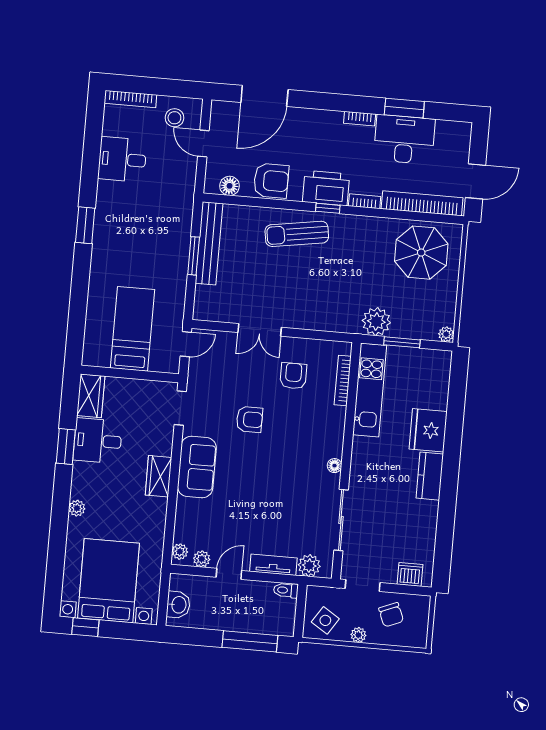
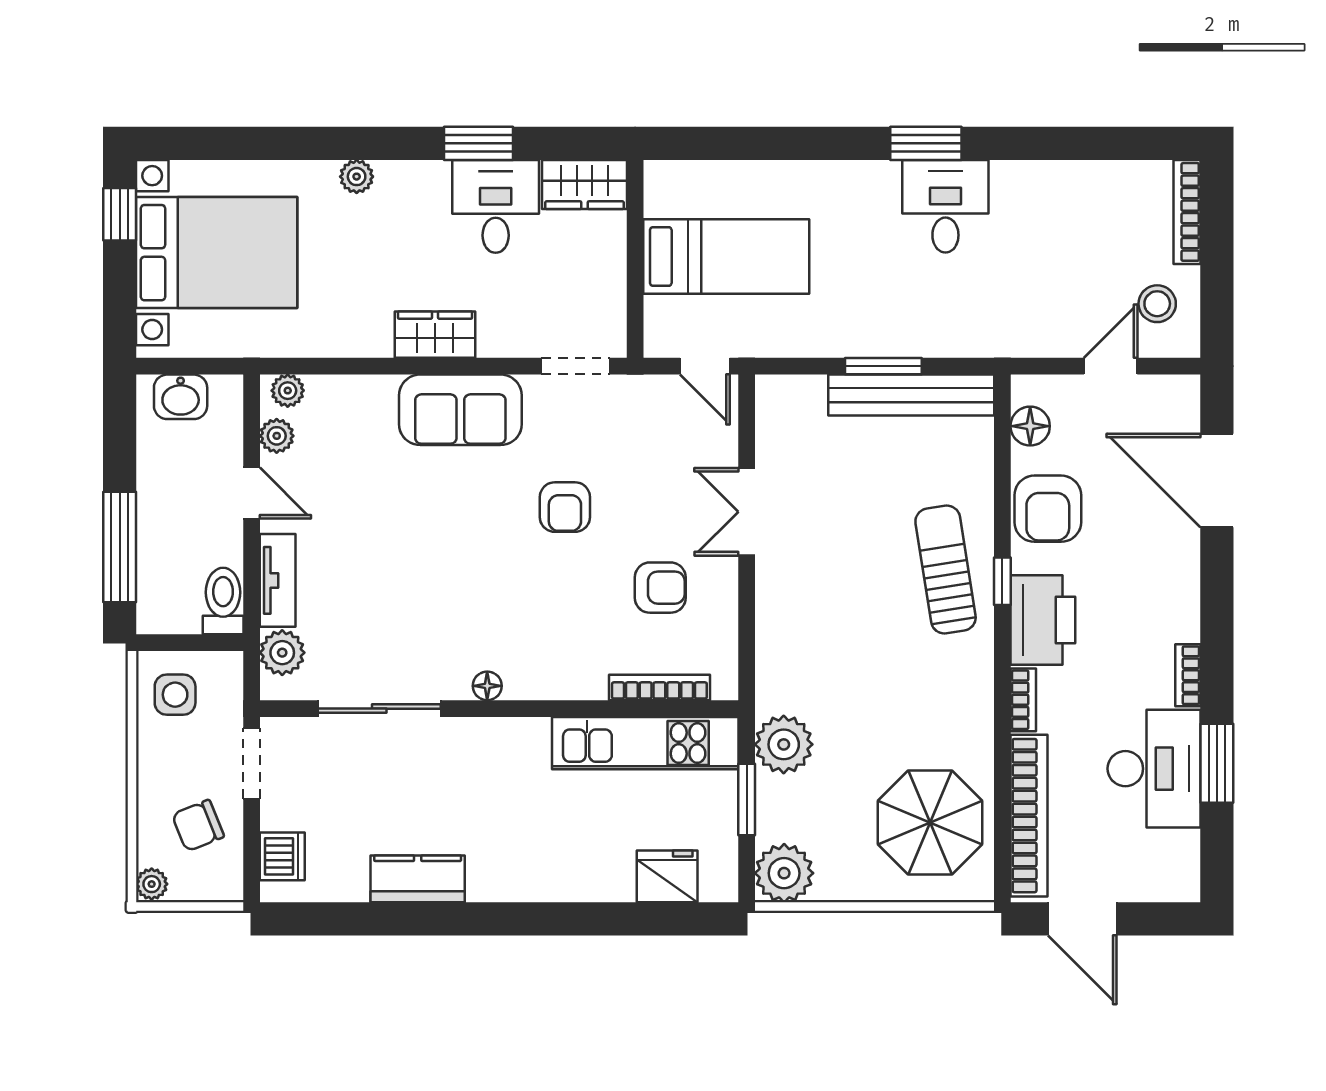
desk: (122, 159) -> (945, 206), moved
window: (328, 208) -> (1002, 581), moved
plant: (446, 334) -> (784, 873), width x1.88, depth x1.88
fridge: (428, 430) -> (667, 876), moved, width x0.73, depth x0.75
kitchen counter: (430, 476) -> (418, 879), moved
toilet: (286, 590) -> (223, 601), width x1.37, depth x1.39
side table: (325, 620) -> (175, 695), turned -33
plant: (358, 635) -> (152, 884), moved

